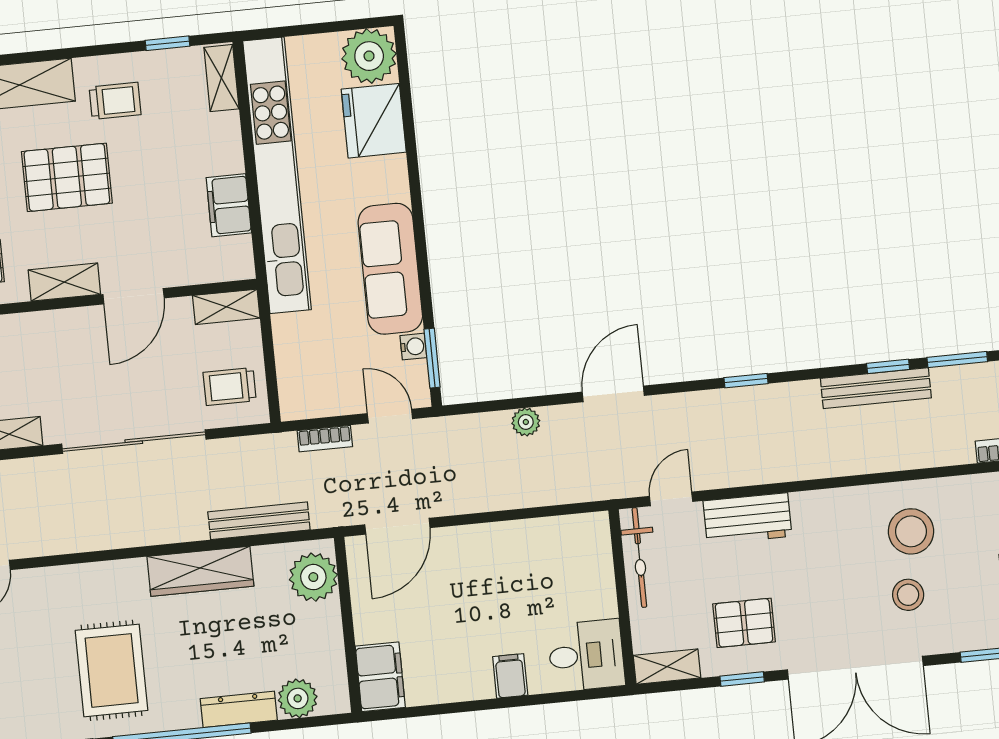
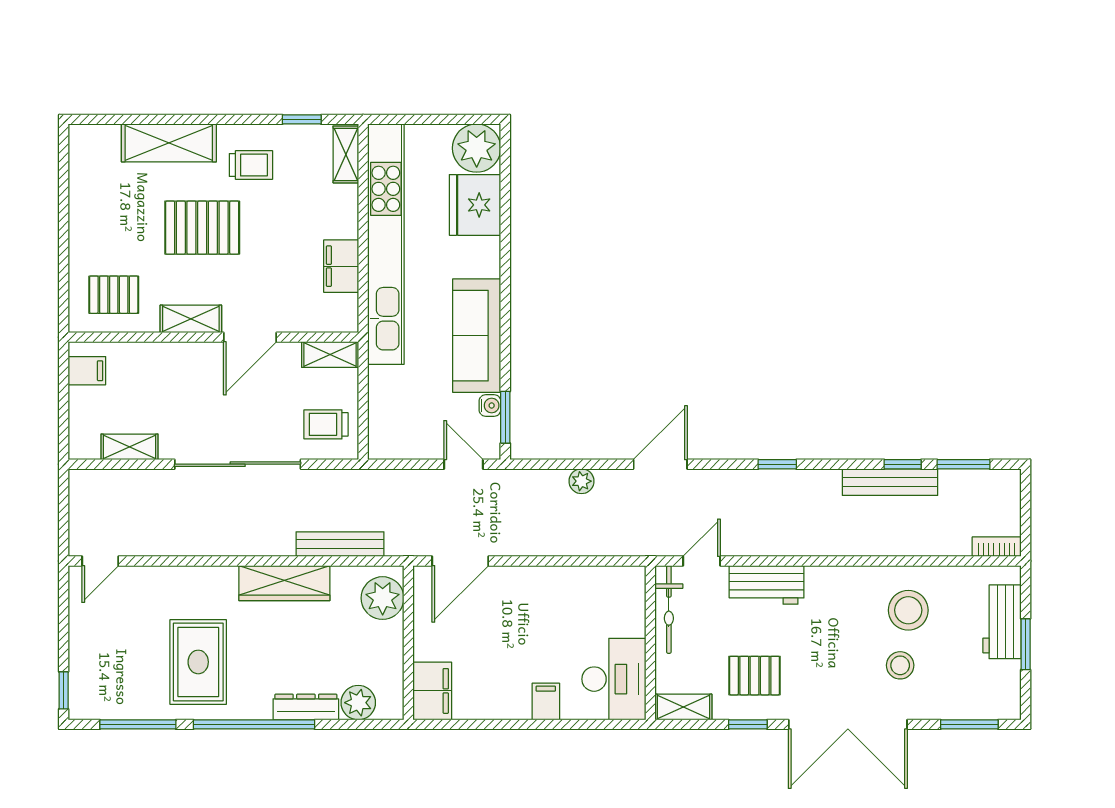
bookcase: (325, 439) -> (405, 478), removed
desk: (586, 655) -> (614, 679), width x1.37

